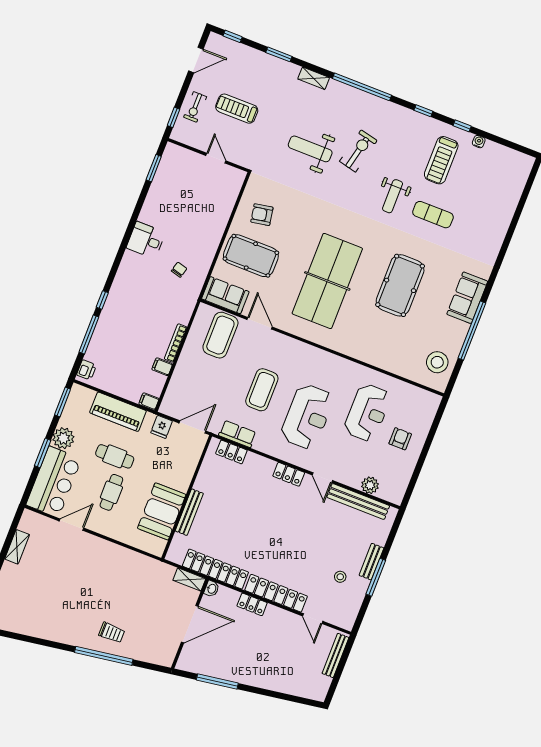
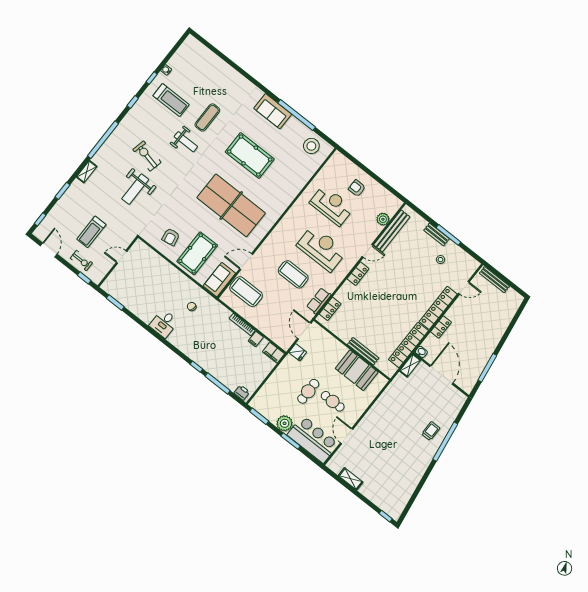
filing cabinet: (149, 401) -> (273, 353), width x2.00
piano: (118, 412) -> (278, 380), removed

